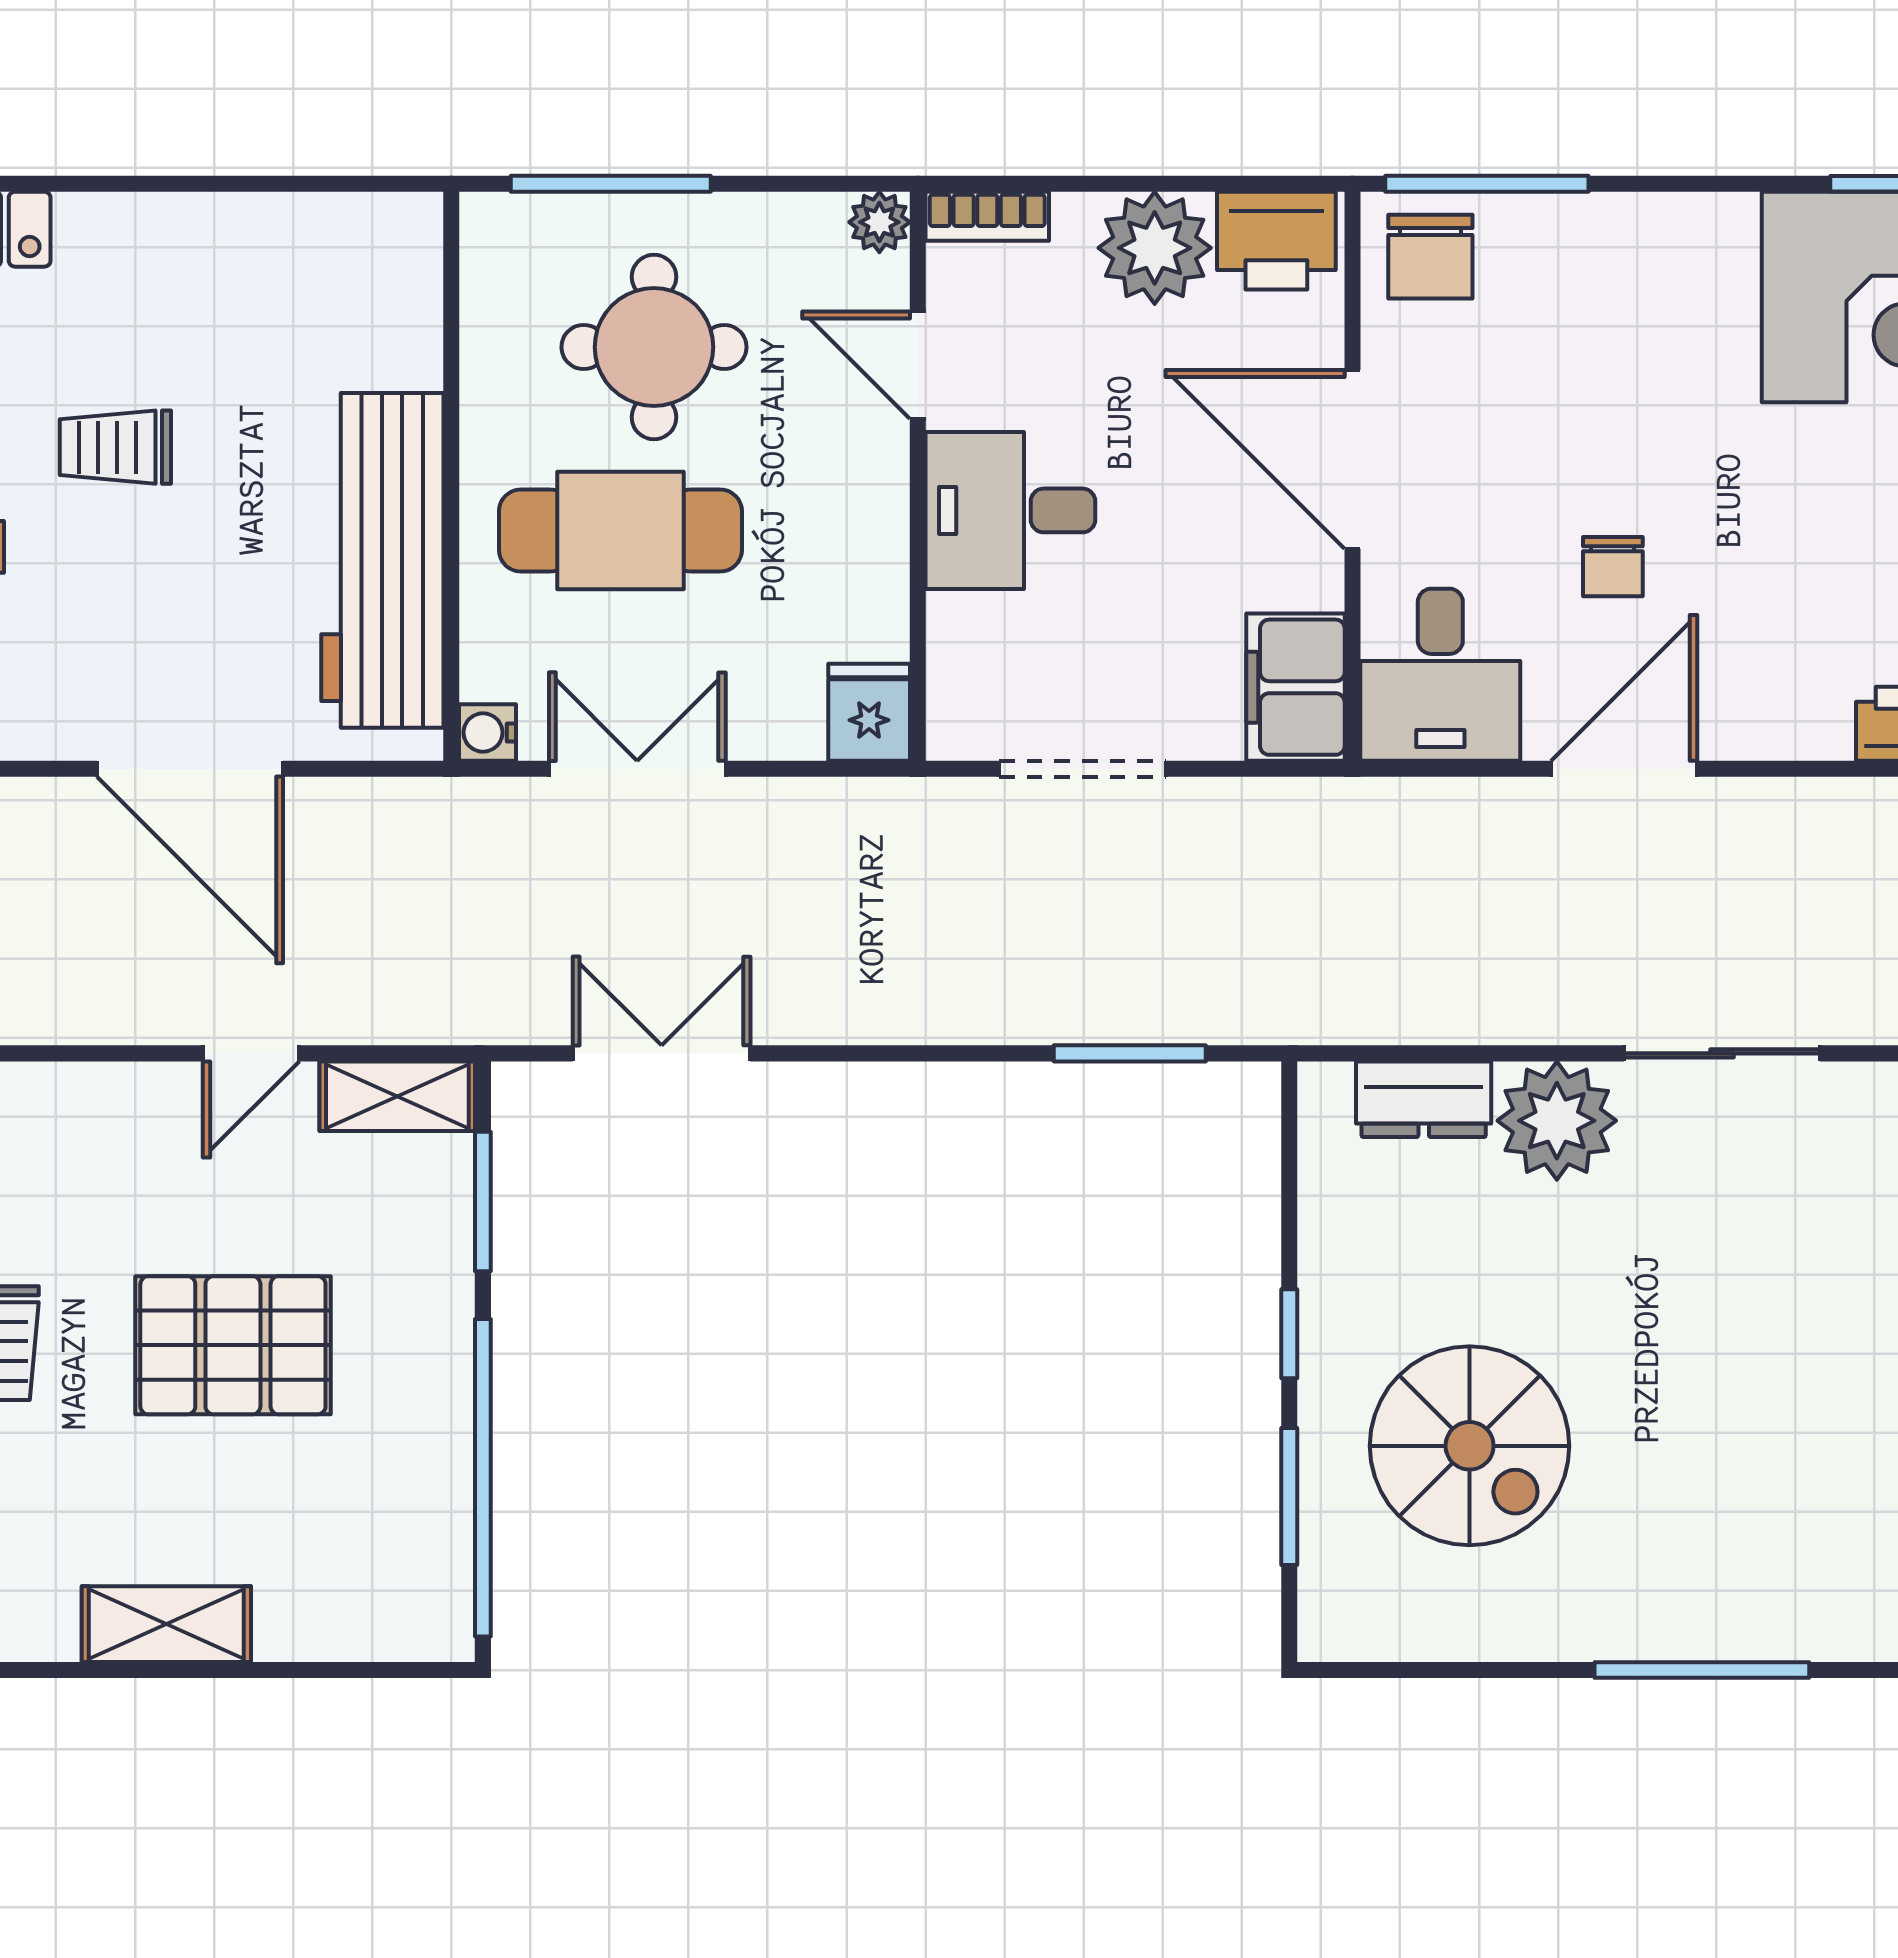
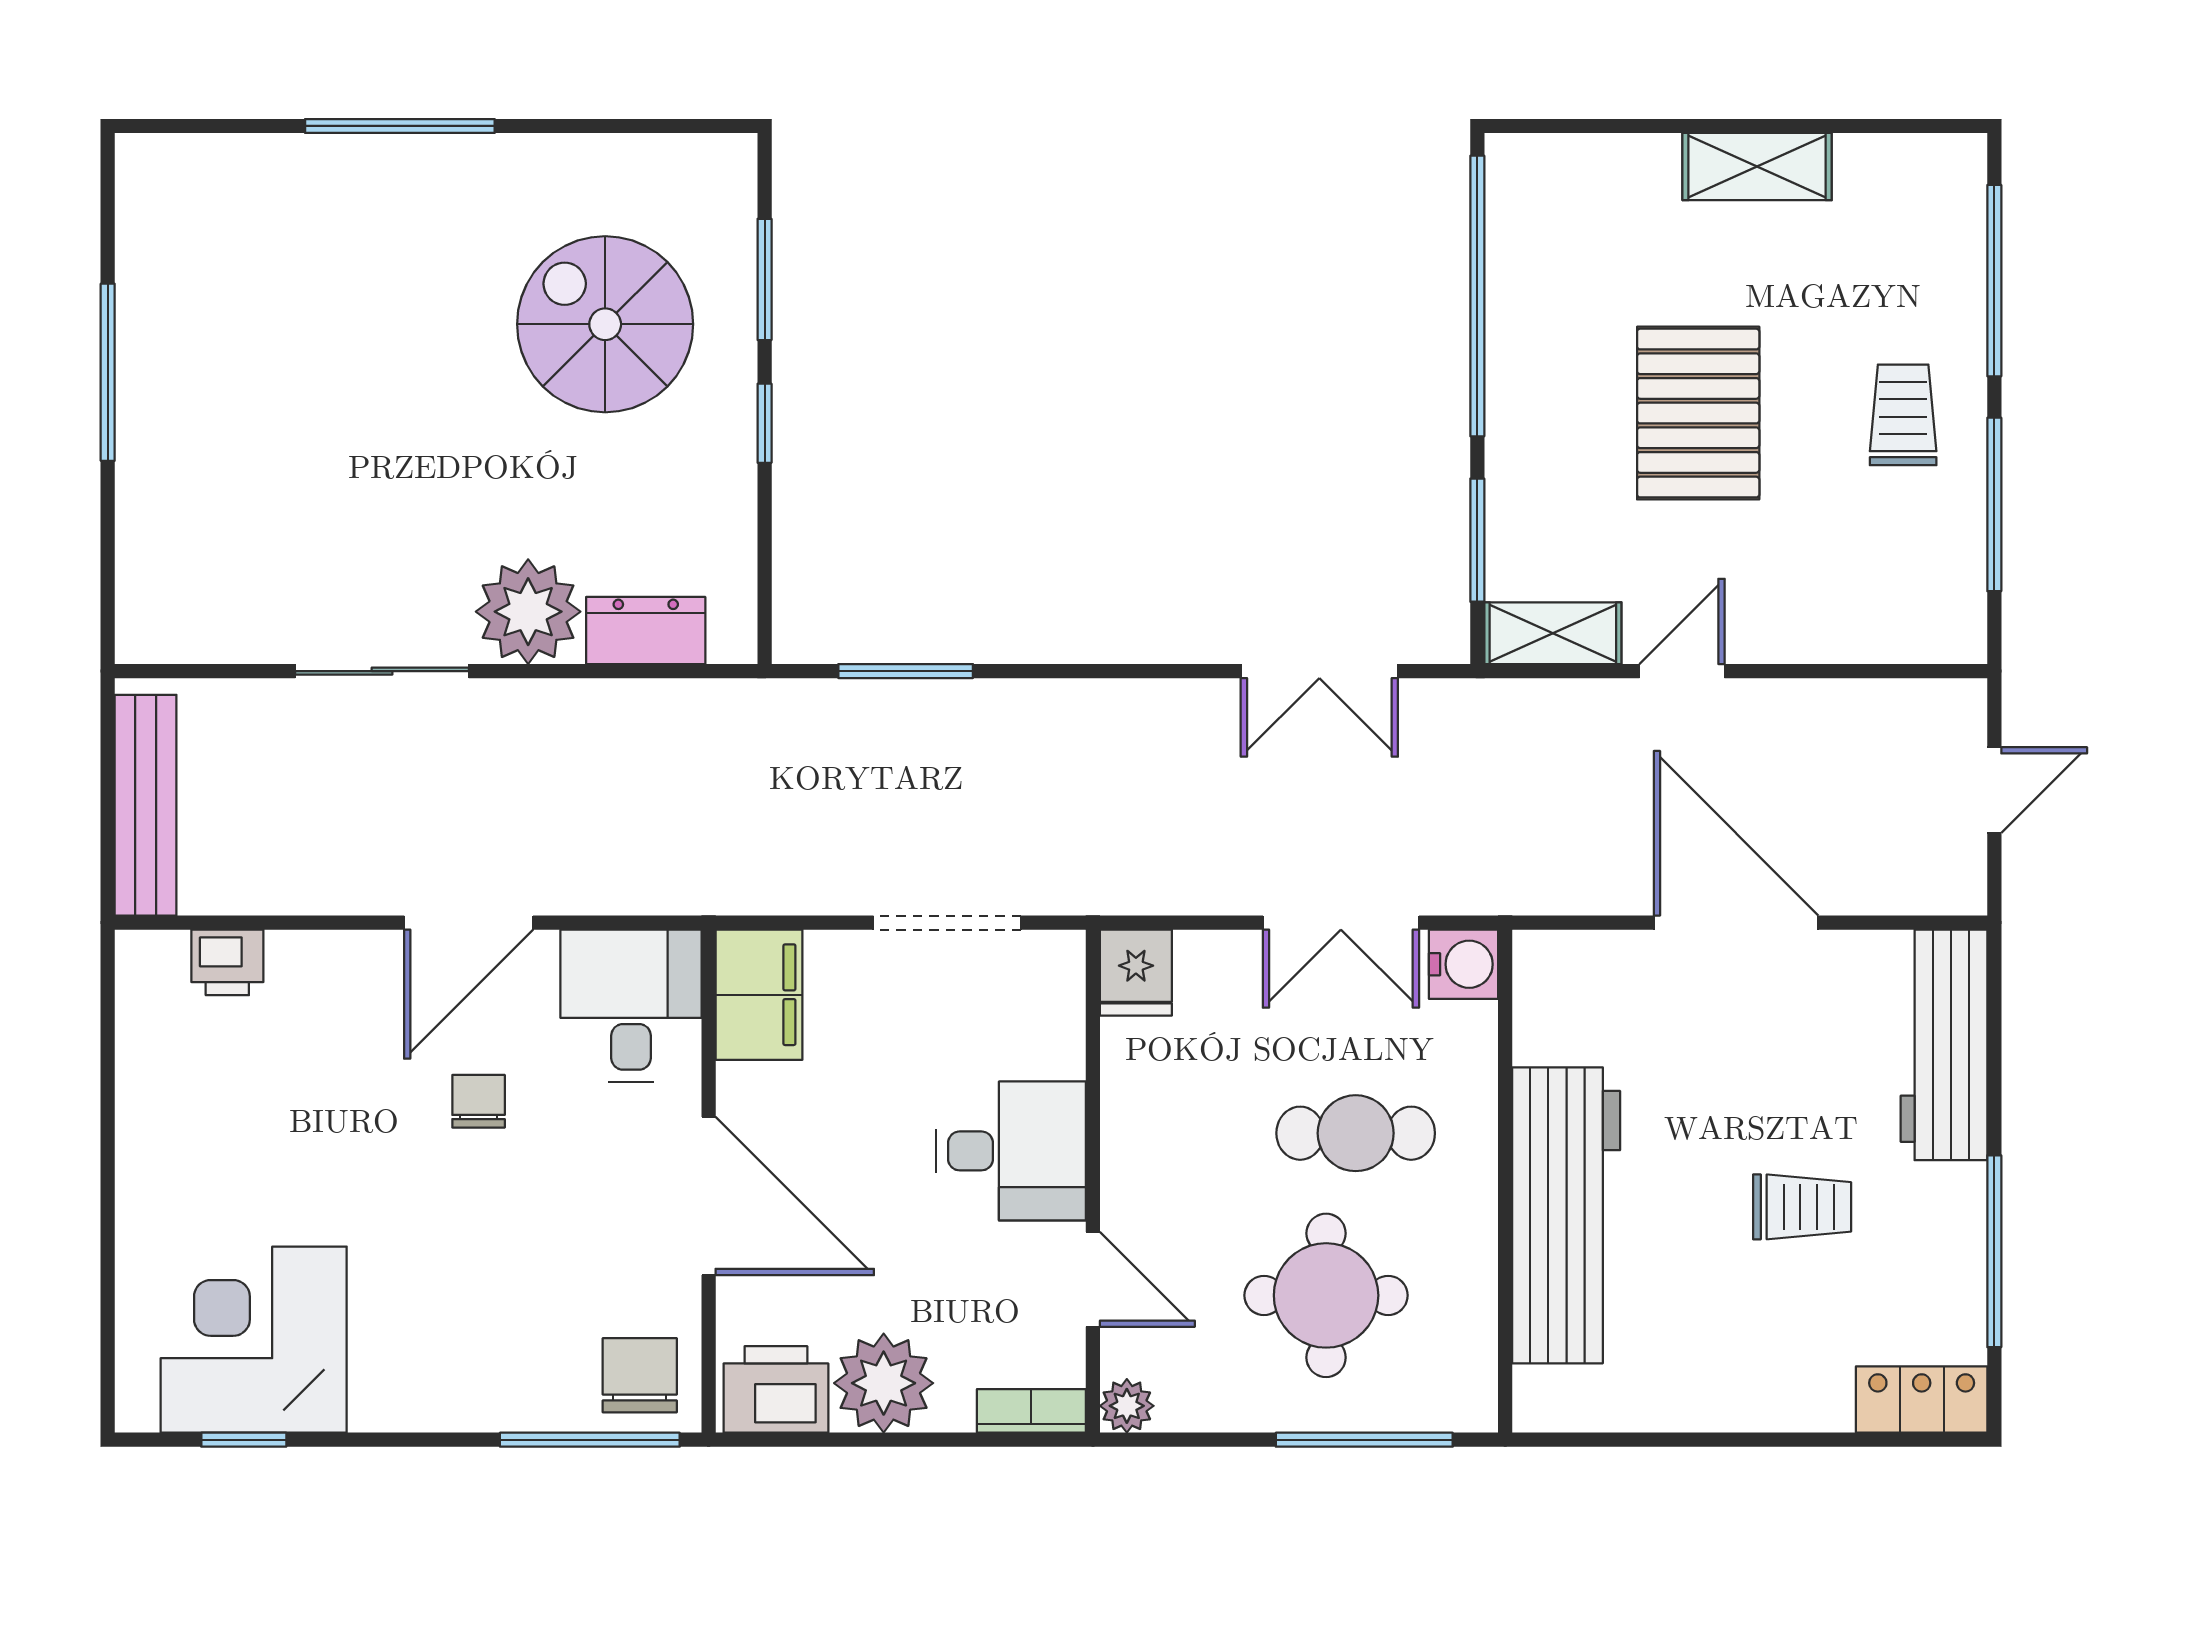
cafe table: (620, 531) -> (1356, 1133), width x0.73, depth x0.74
workbench: (382, 560) -> (1566, 1215), moved
water cooler: (488, 733) -> (1464, 964), width x1.38, depth x1.38
pallet: (233, 1345) -> (1698, 413), turned 90

